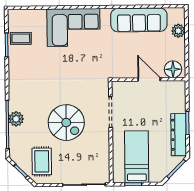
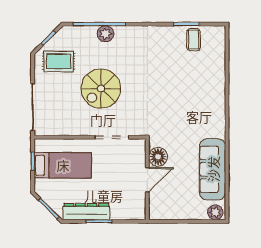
corner sofa: (73, 28) -> (205, 98), removed
plant: (178, 31) -> (215, 212), moved
floor lamp: (173, 69) -> (158, 157), moved

